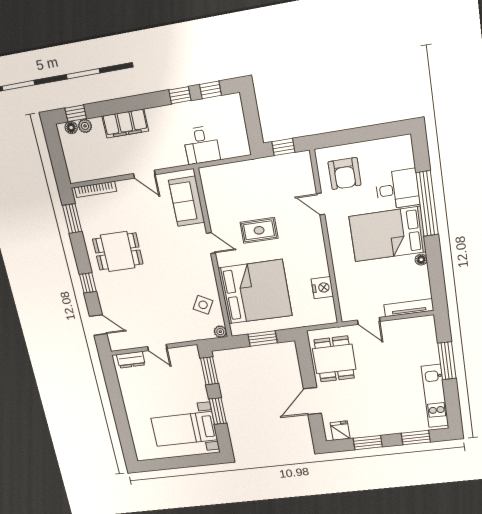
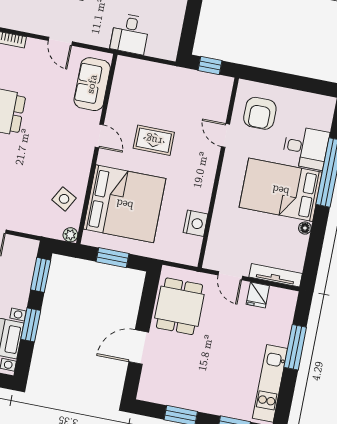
fridge: (340, 431) -> (258, 295), moved, turned 180

